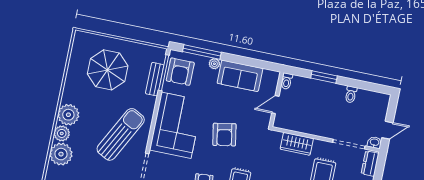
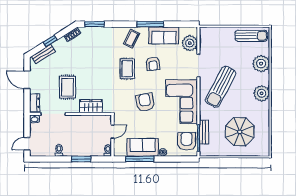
window: (202, 52) -> (140, 159), moved
door: (387, 130) -> (27, 144), moved
plant: (62, 133) -> (264, 79), removed

